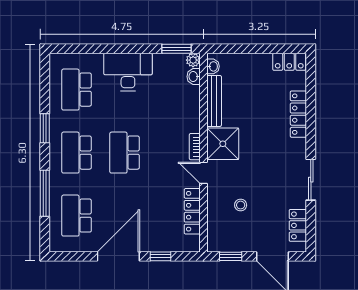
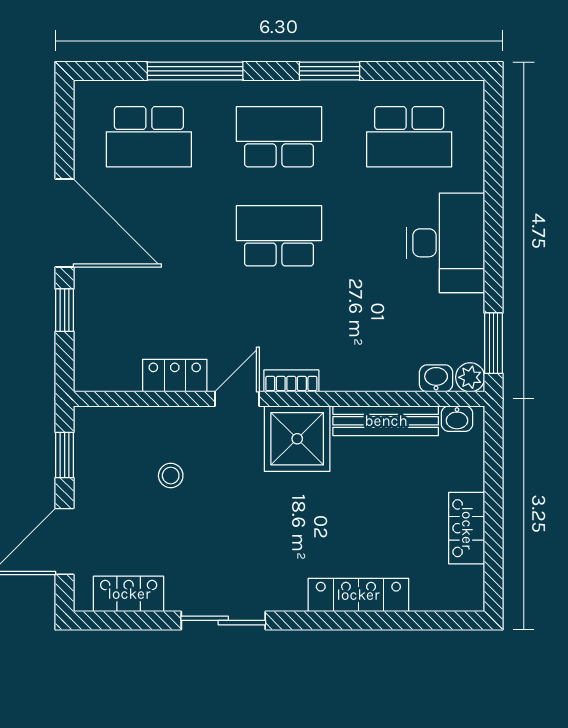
locker: (289, 62) -> (467, 528), moved
school desk: (77, 90) -> (409, 137), turned 180
locker: (192, 211) -> (175, 376), width x0.66
school desk: (77, 216) -> (149, 137), turned 180

